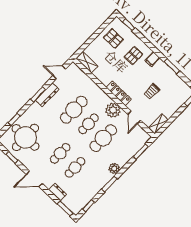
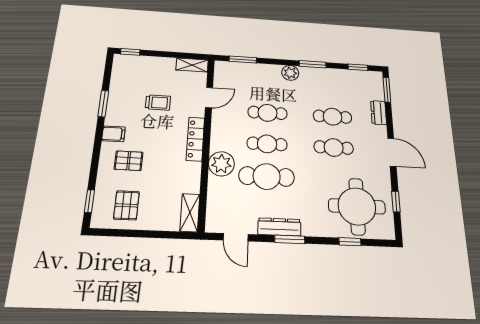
plant: (113, 110) -> (221, 164), moved
cafe table: (103, 138) -> (268, 113), width x0.73, depth x0.74

